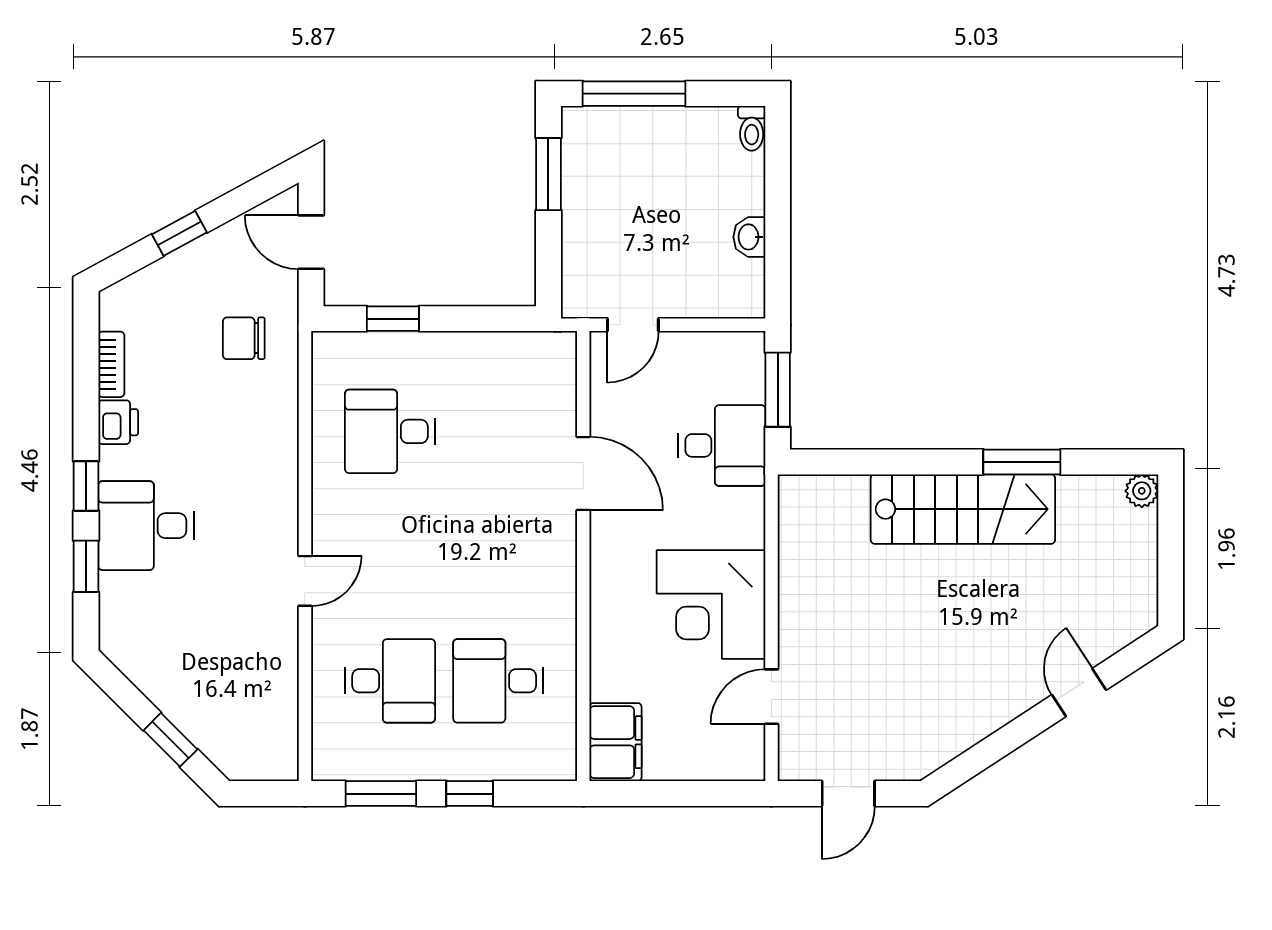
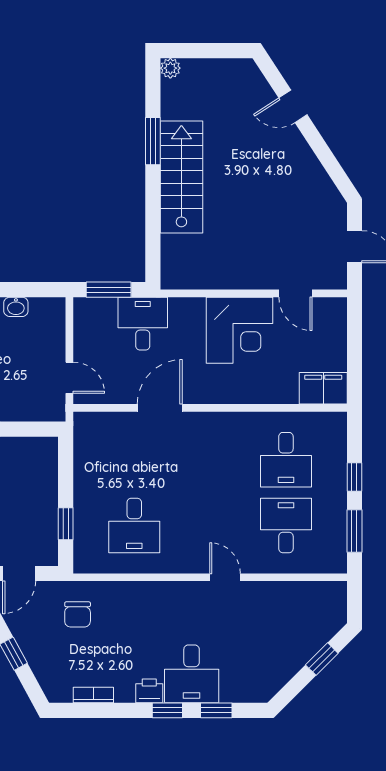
printer: (118, 422) -> (149, 691), moved

